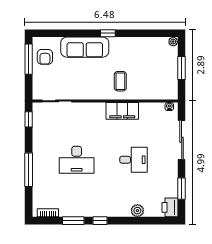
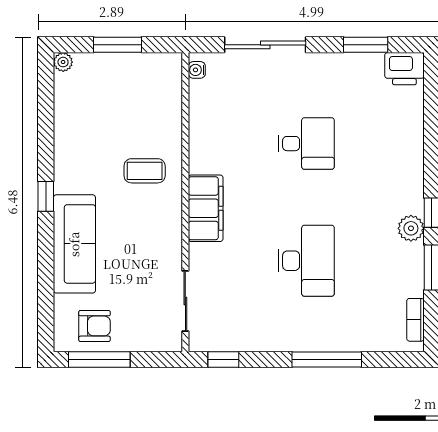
filing cabinet: (122, 111) -> (206, 208), moved
desk: (134, 160) -> (306, 144), turned 90
plant: (137, 211) -> (411, 228), moved

